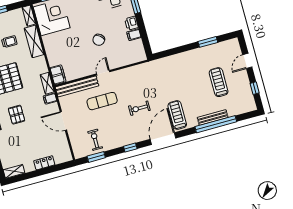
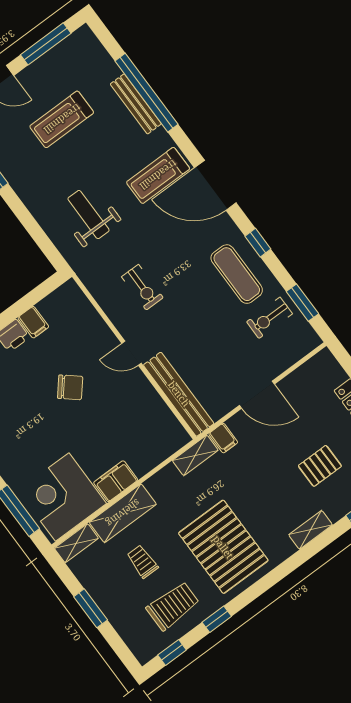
filing cabinet: (58, 75) -> (116, 481), moved
weight bench: (172, 78) -> (89, 215), added
window: (255, 88) -> (46, 44), width x2.17
exercise mat: (102, 101) -> (237, 274), moved
exercise bike: (139, 108) -> (142, 287), moved
pallet: (17, 115) -> (320, 466), moved
door: (63, 121) -> (257, 395), hinge flipped

